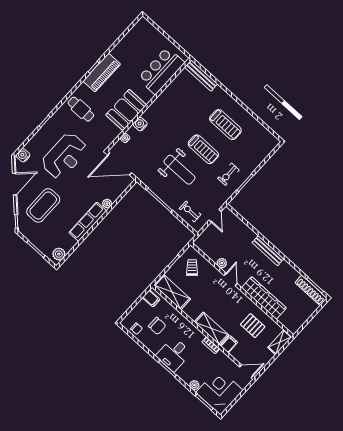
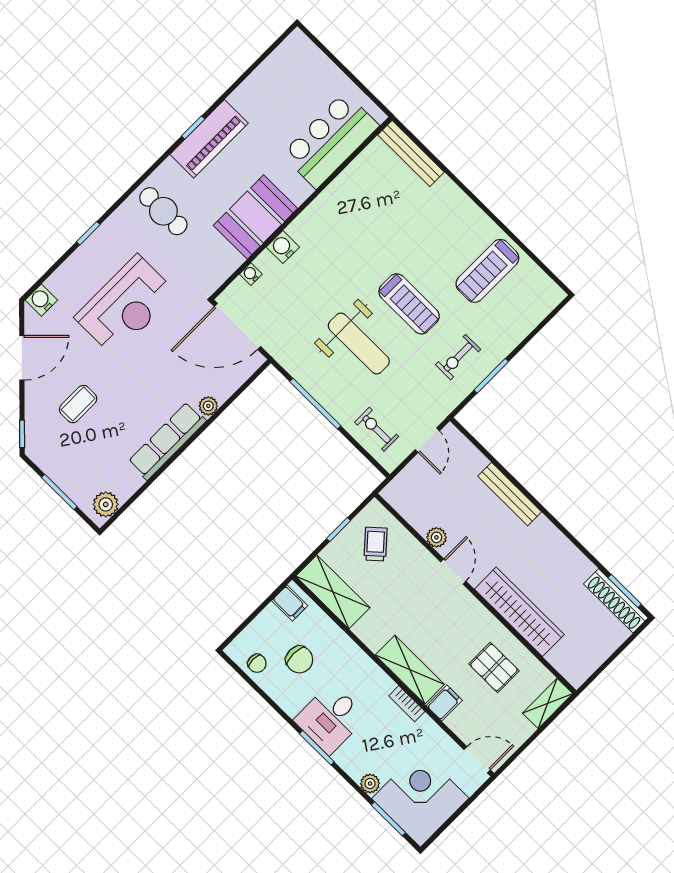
treadmill: (225, 125) -> (487, 271), moved, turned 90
coffee table: (43, 205) -> (78, 404), width x0.54, depth x0.58
bench: (268, 251) -> (510, 494), moved

